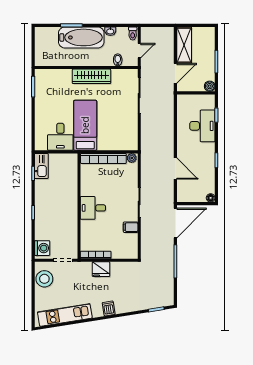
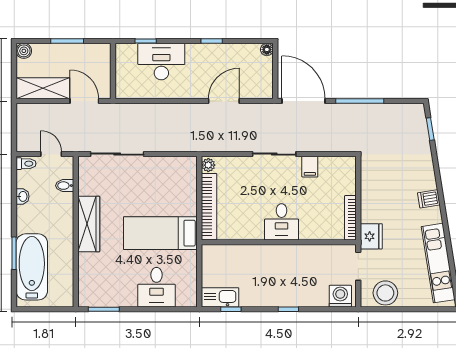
bathtub: (81, 37) -> (32, 267), moved
boiler: (210, 86) -> (24, 51), moved
desk: (60, 137) -> (156, 287), moved, turned 90
fridge: (101, 269) -> (371, 236), moved

